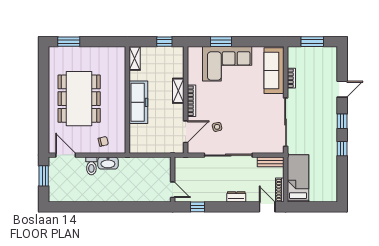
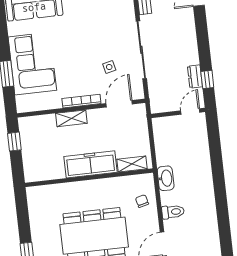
shelving: (135, 58) -> (132, 164), moved
door: (186, 132) -> (119, 104), hinge flipped
washbasin: (108, 163) -> (166, 178), moved
dresser: (236, 197) -> (195, 76), moved

